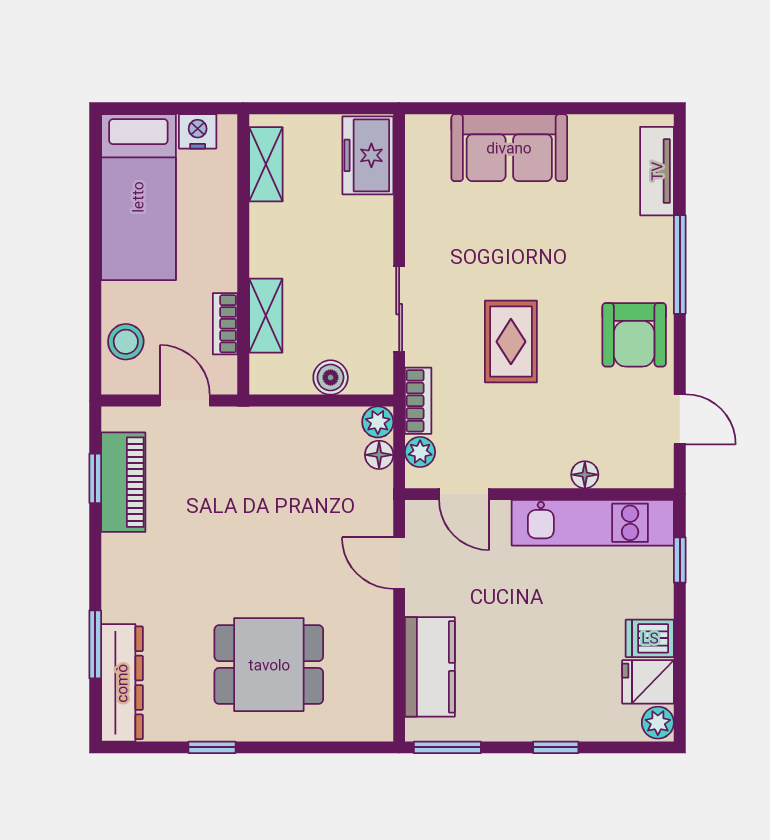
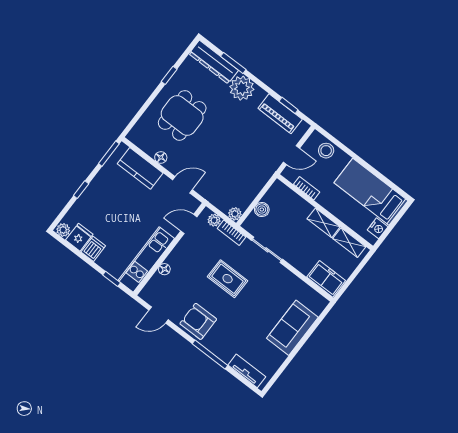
shelving: (266, 316) -> (324, 223), moved
floor lamp: (379, 455) -> (161, 157), moved
plant: (130, 592) -> (242, 88), added

